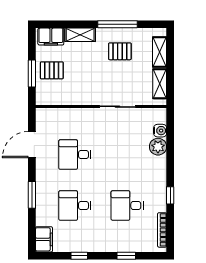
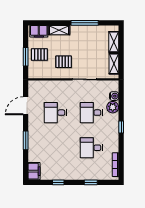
pallet: (120, 51) -> (64, 62), moved
window: (170, 195) -> (121, 127), moved
desk: (75, 206) -> (91, 113), moved

